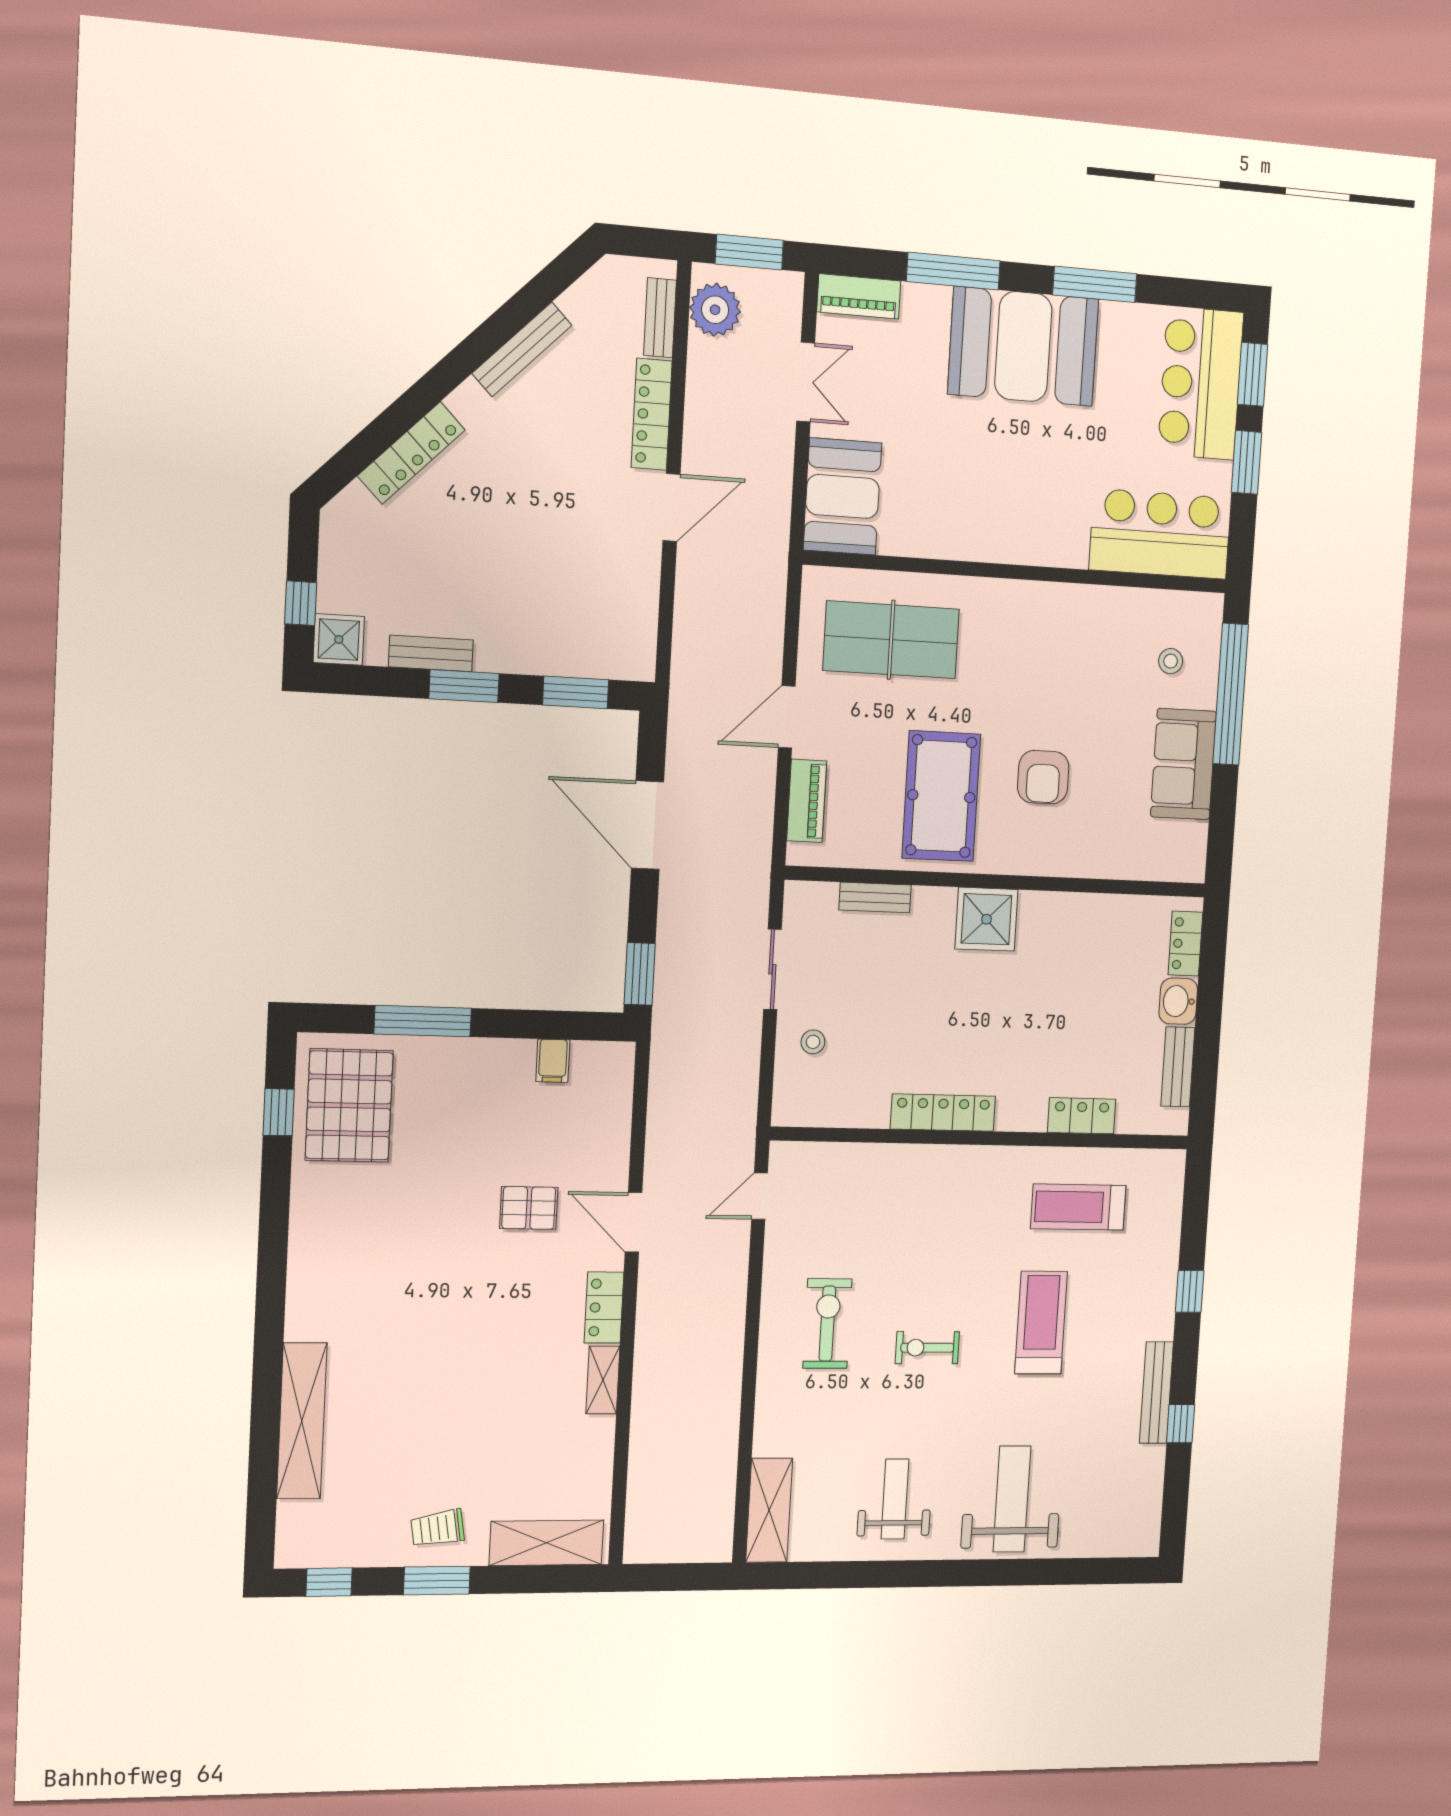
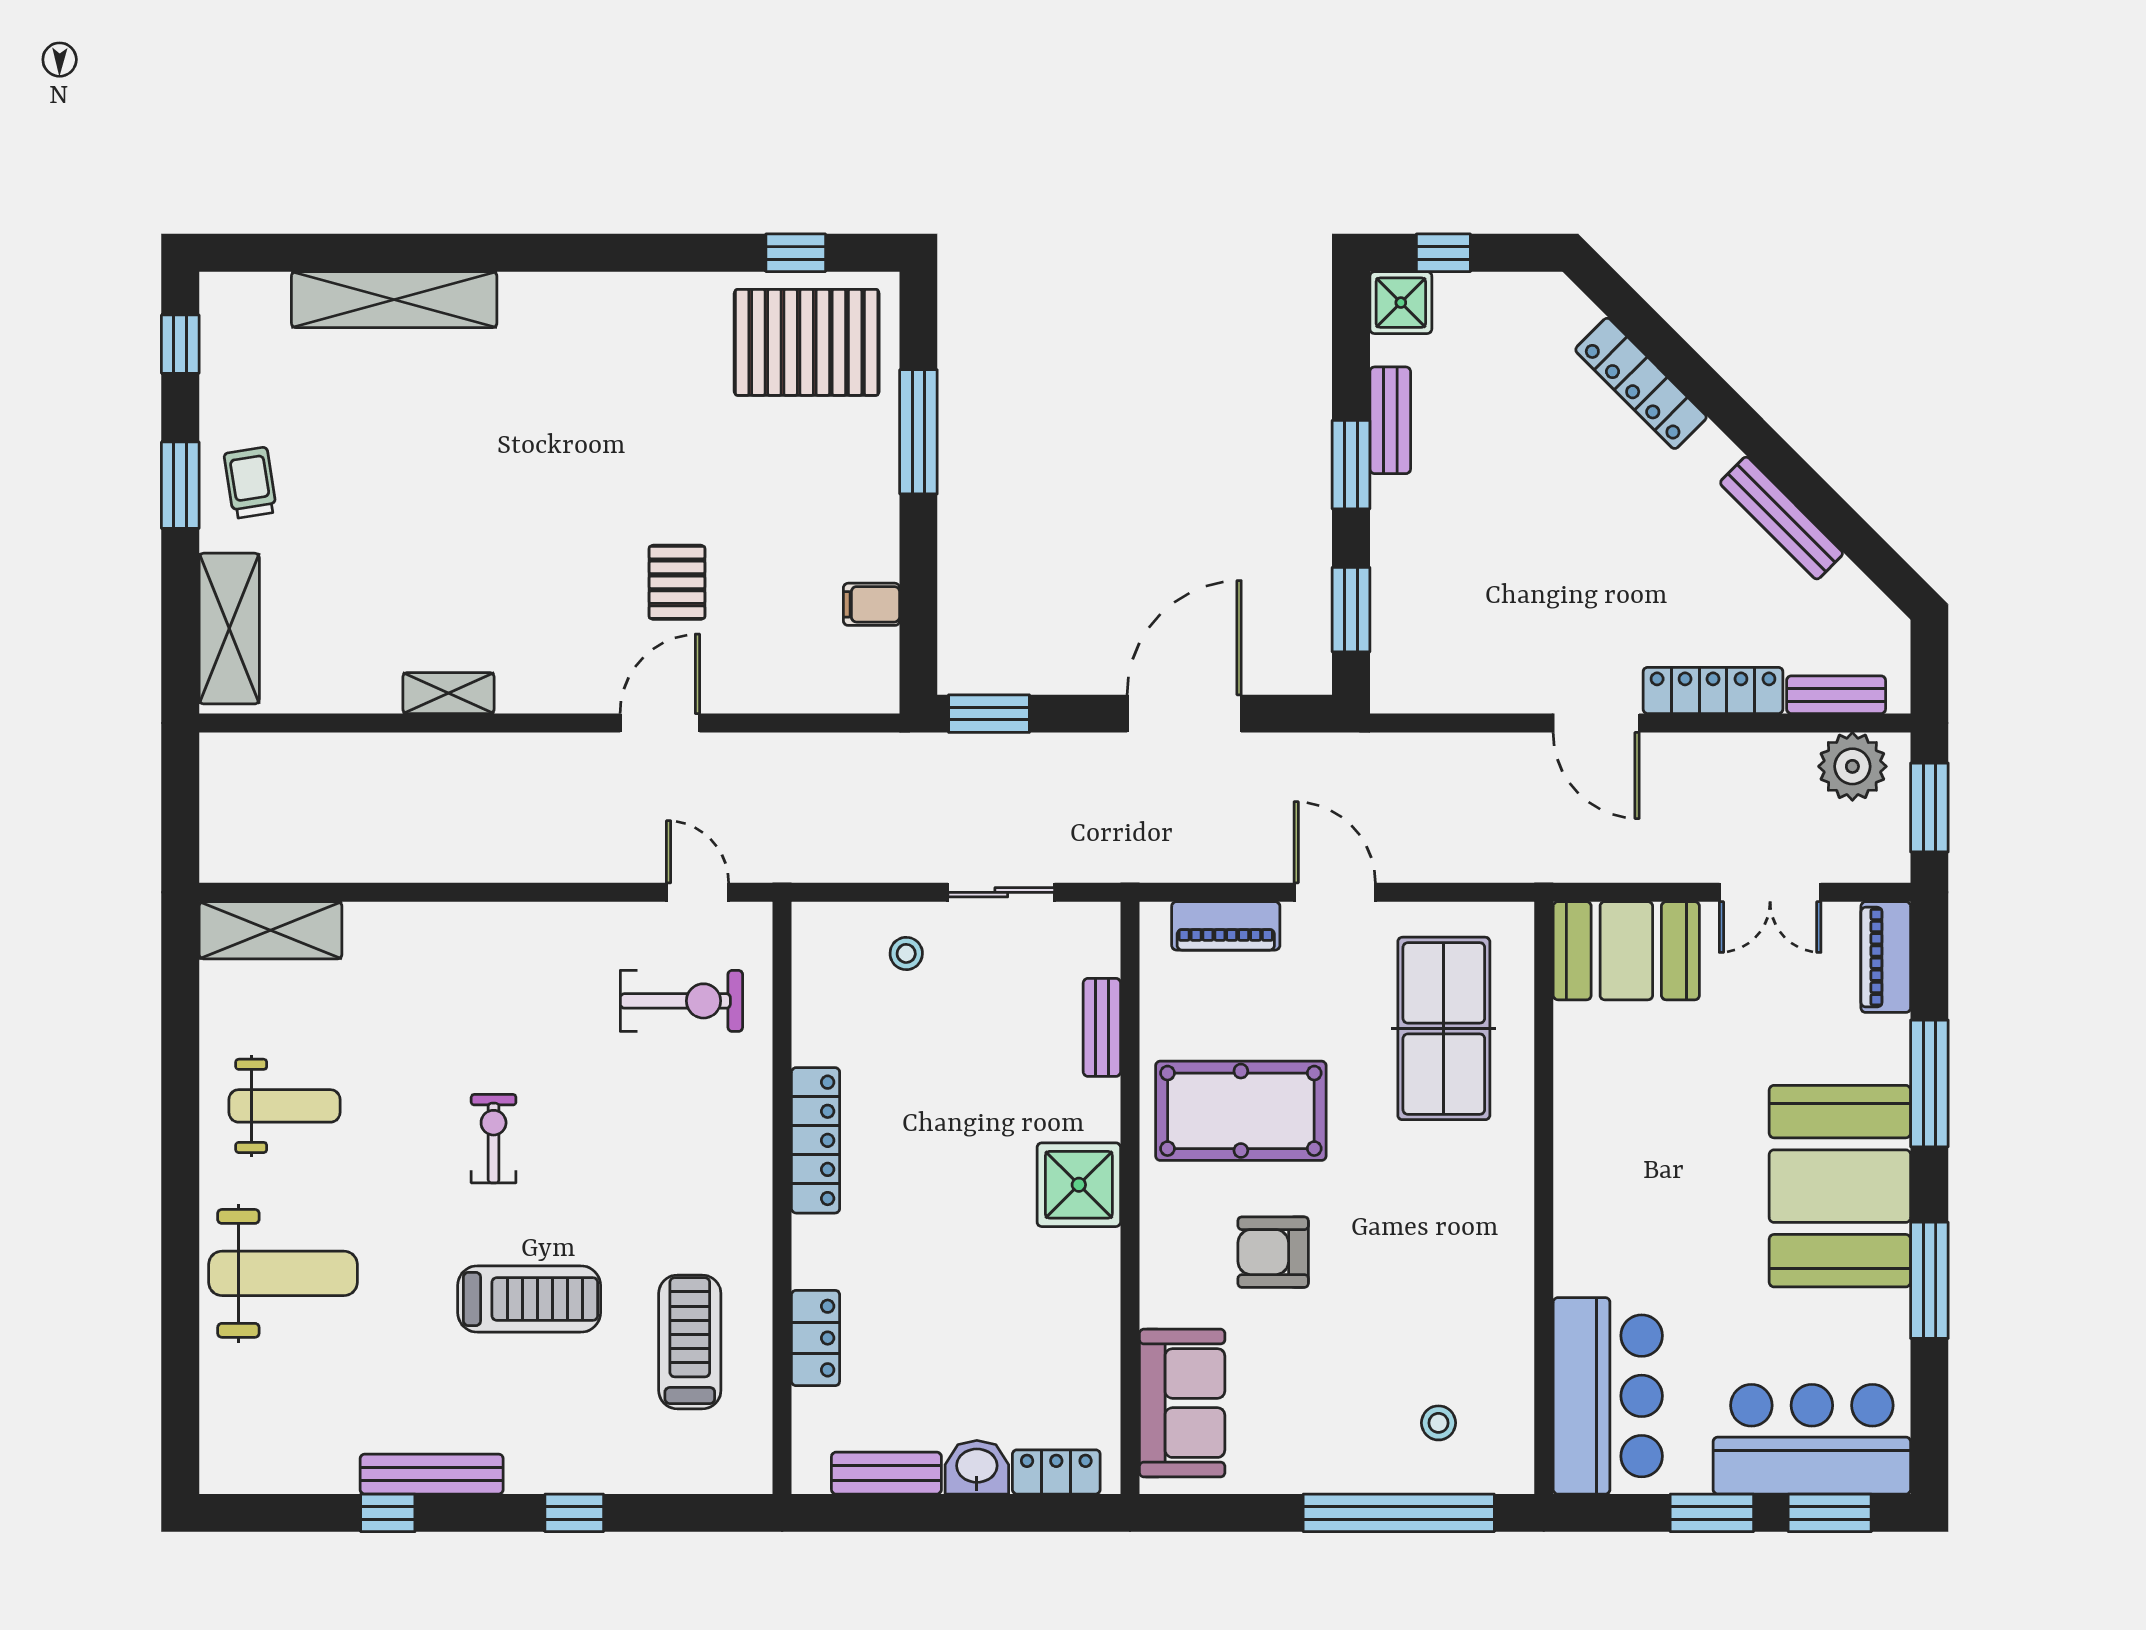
sofa: (1183, 764) -> (1182, 1403), moved, turned 90
locker: (604, 1308) -> (546, 689), removed
exercise bike: (827, 1324) -> (681, 1001), moved

